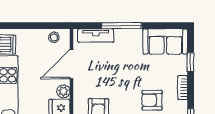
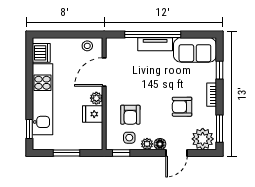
window: (122, 26) -> (153, 35), width x1.46
tv unit: (96, 36) -> (155, 44), moved

